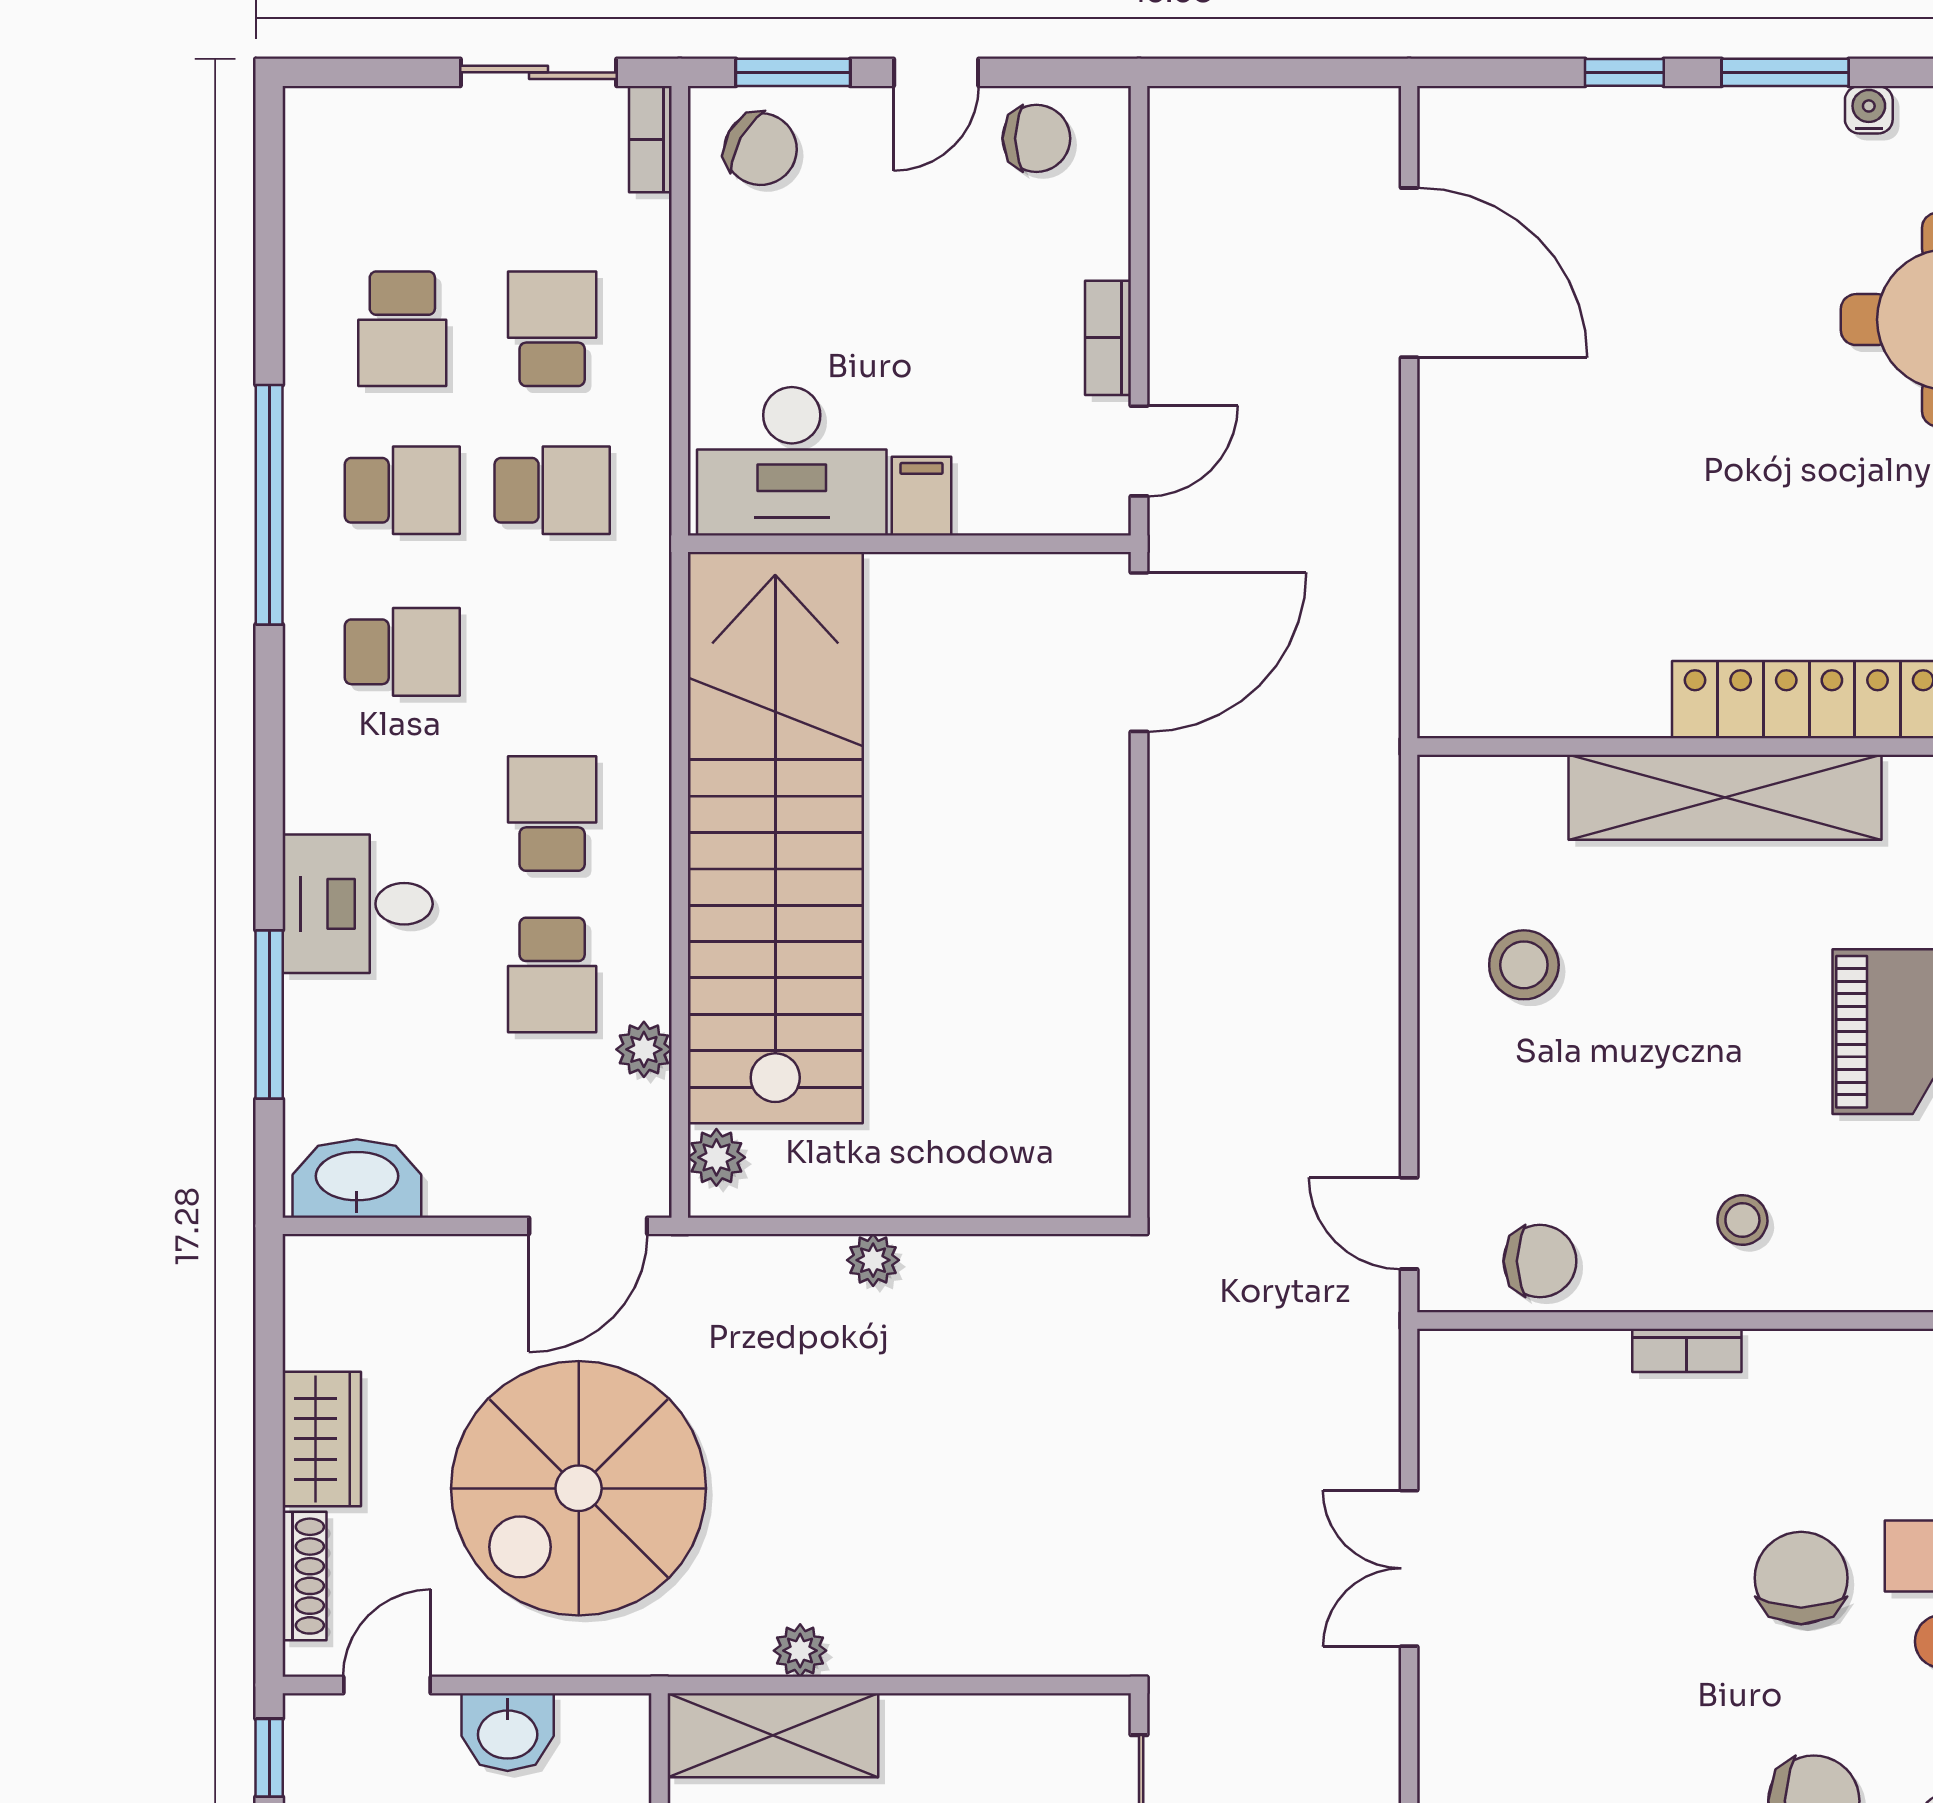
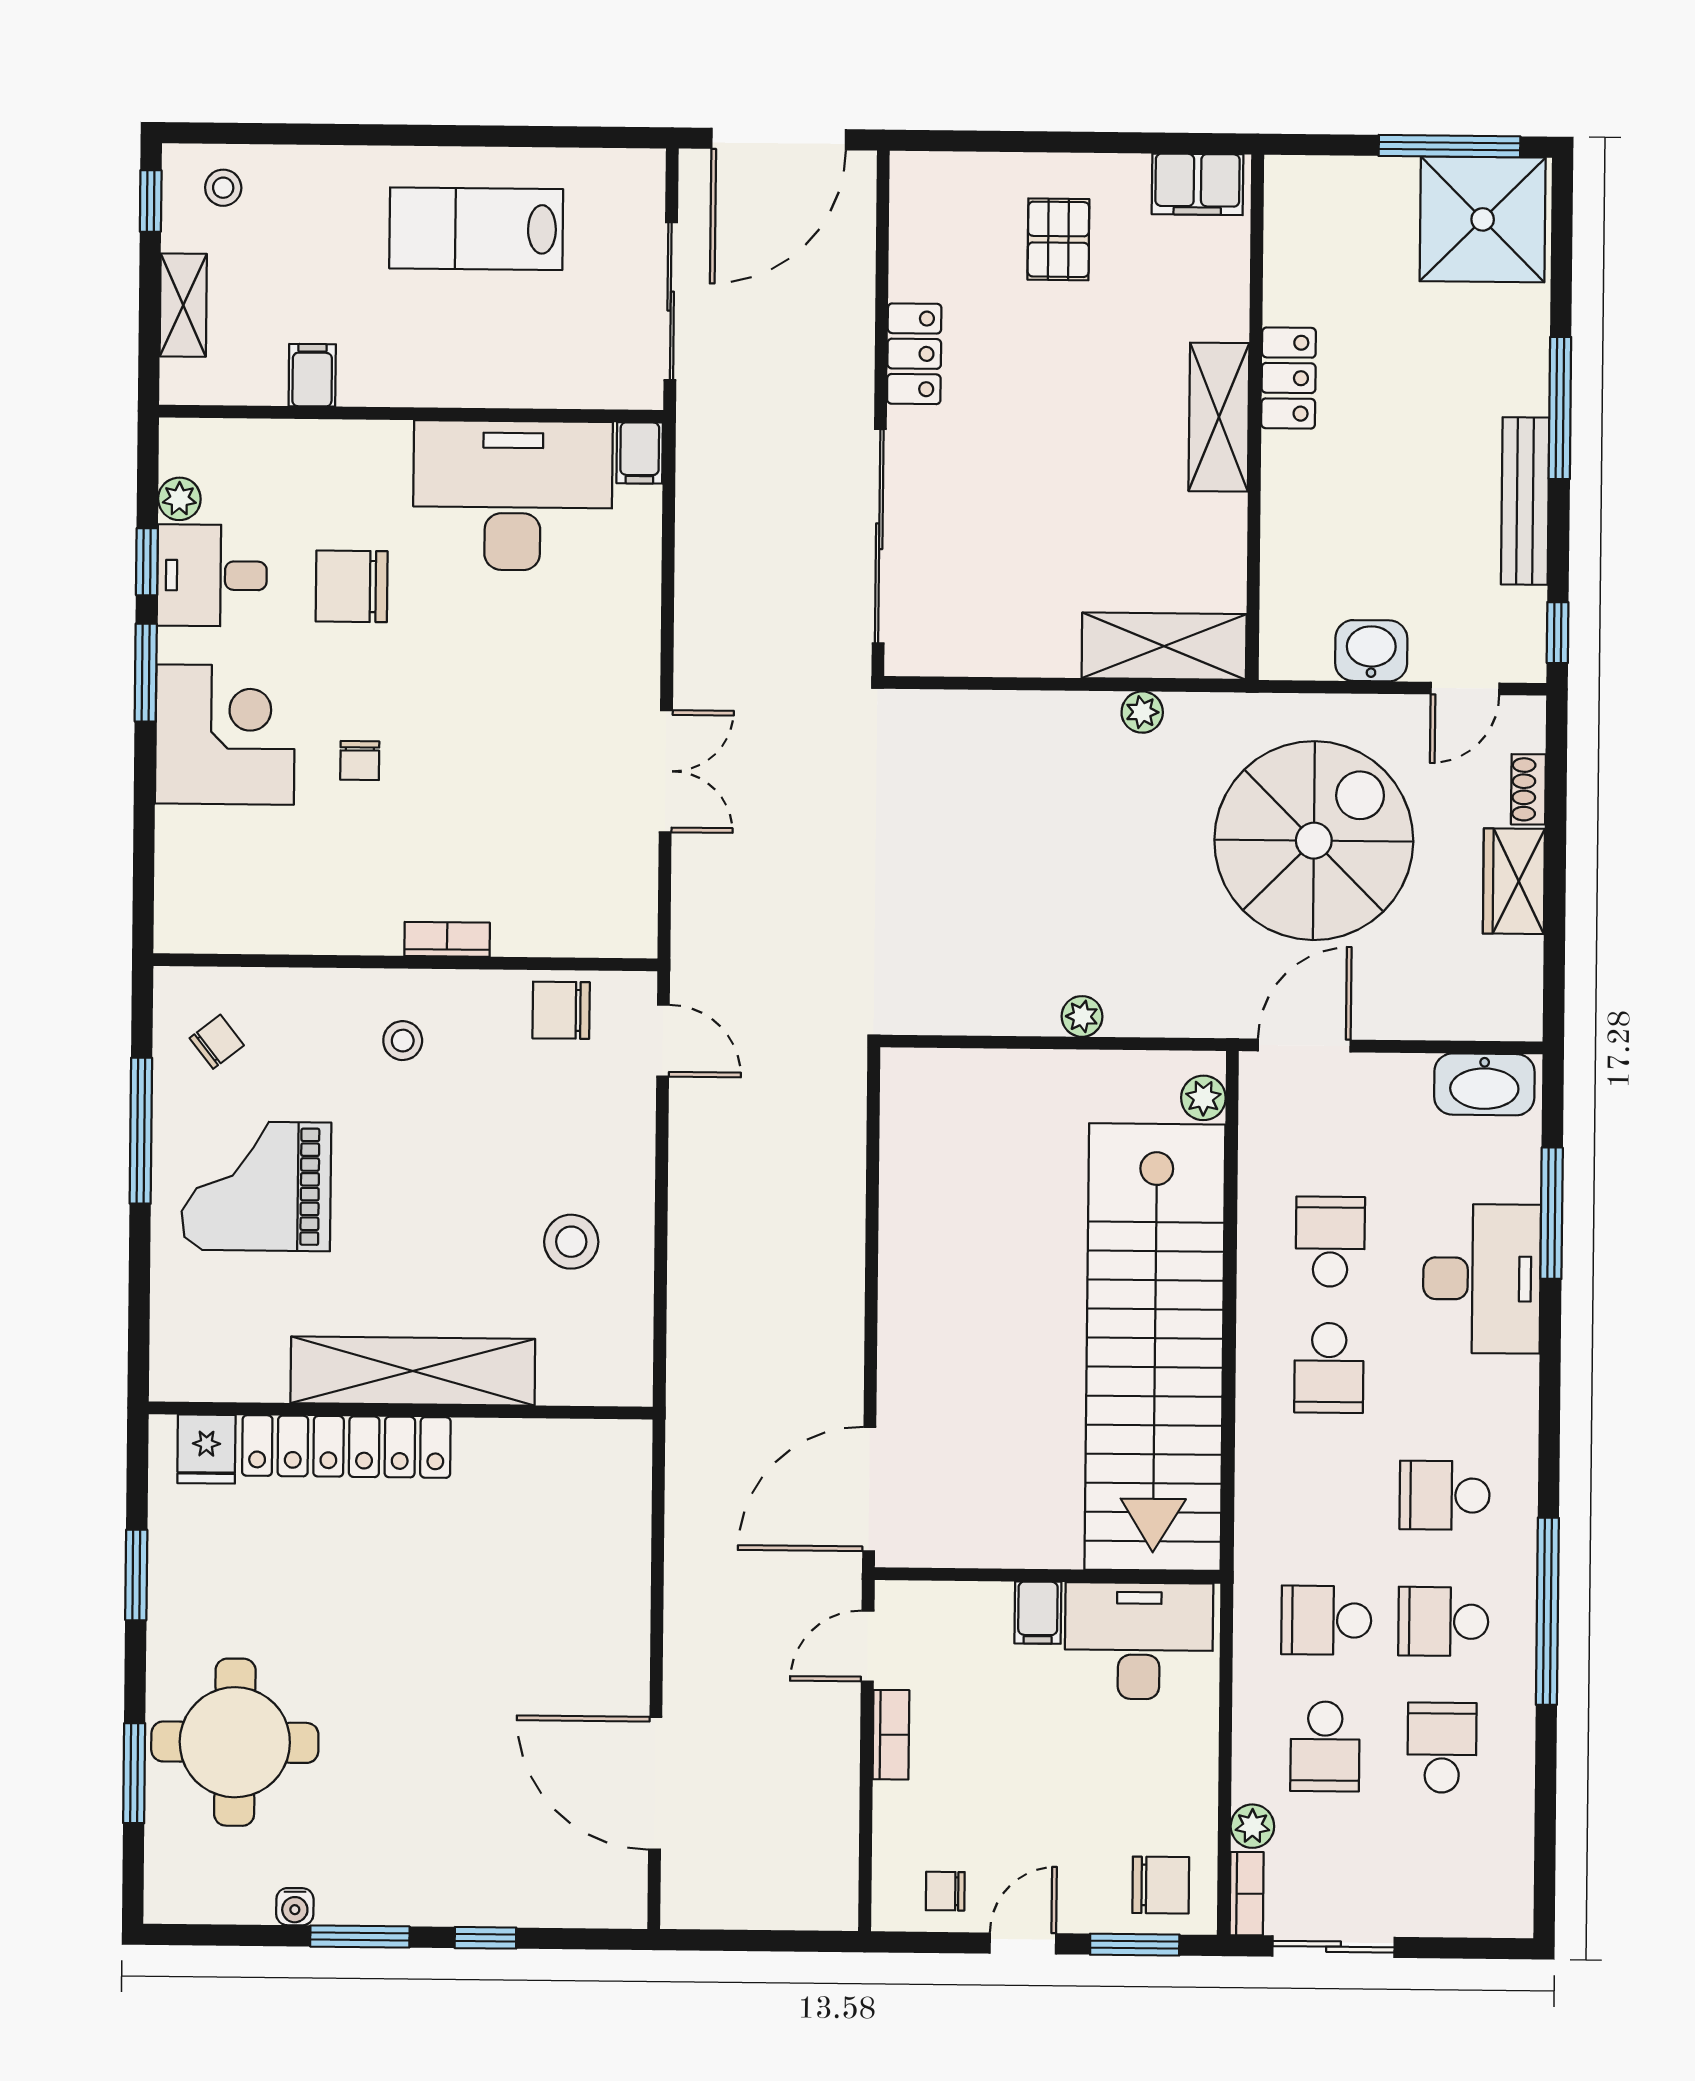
chair: (1036, 138) -> (945, 1891), width x0.73, depth x0.73
chair: (761, 149) -> (1161, 1885), turned 151
desk: (358, 904) -> (1482, 1279), width x1.37
plant: (644, 1049) -> (1252, 1826), moved
shoe rack: (305, 1576) -> (1528, 789), width x0.70
chair: (1801, 1578) -> (360, 761), width x0.54, depth x0.54

